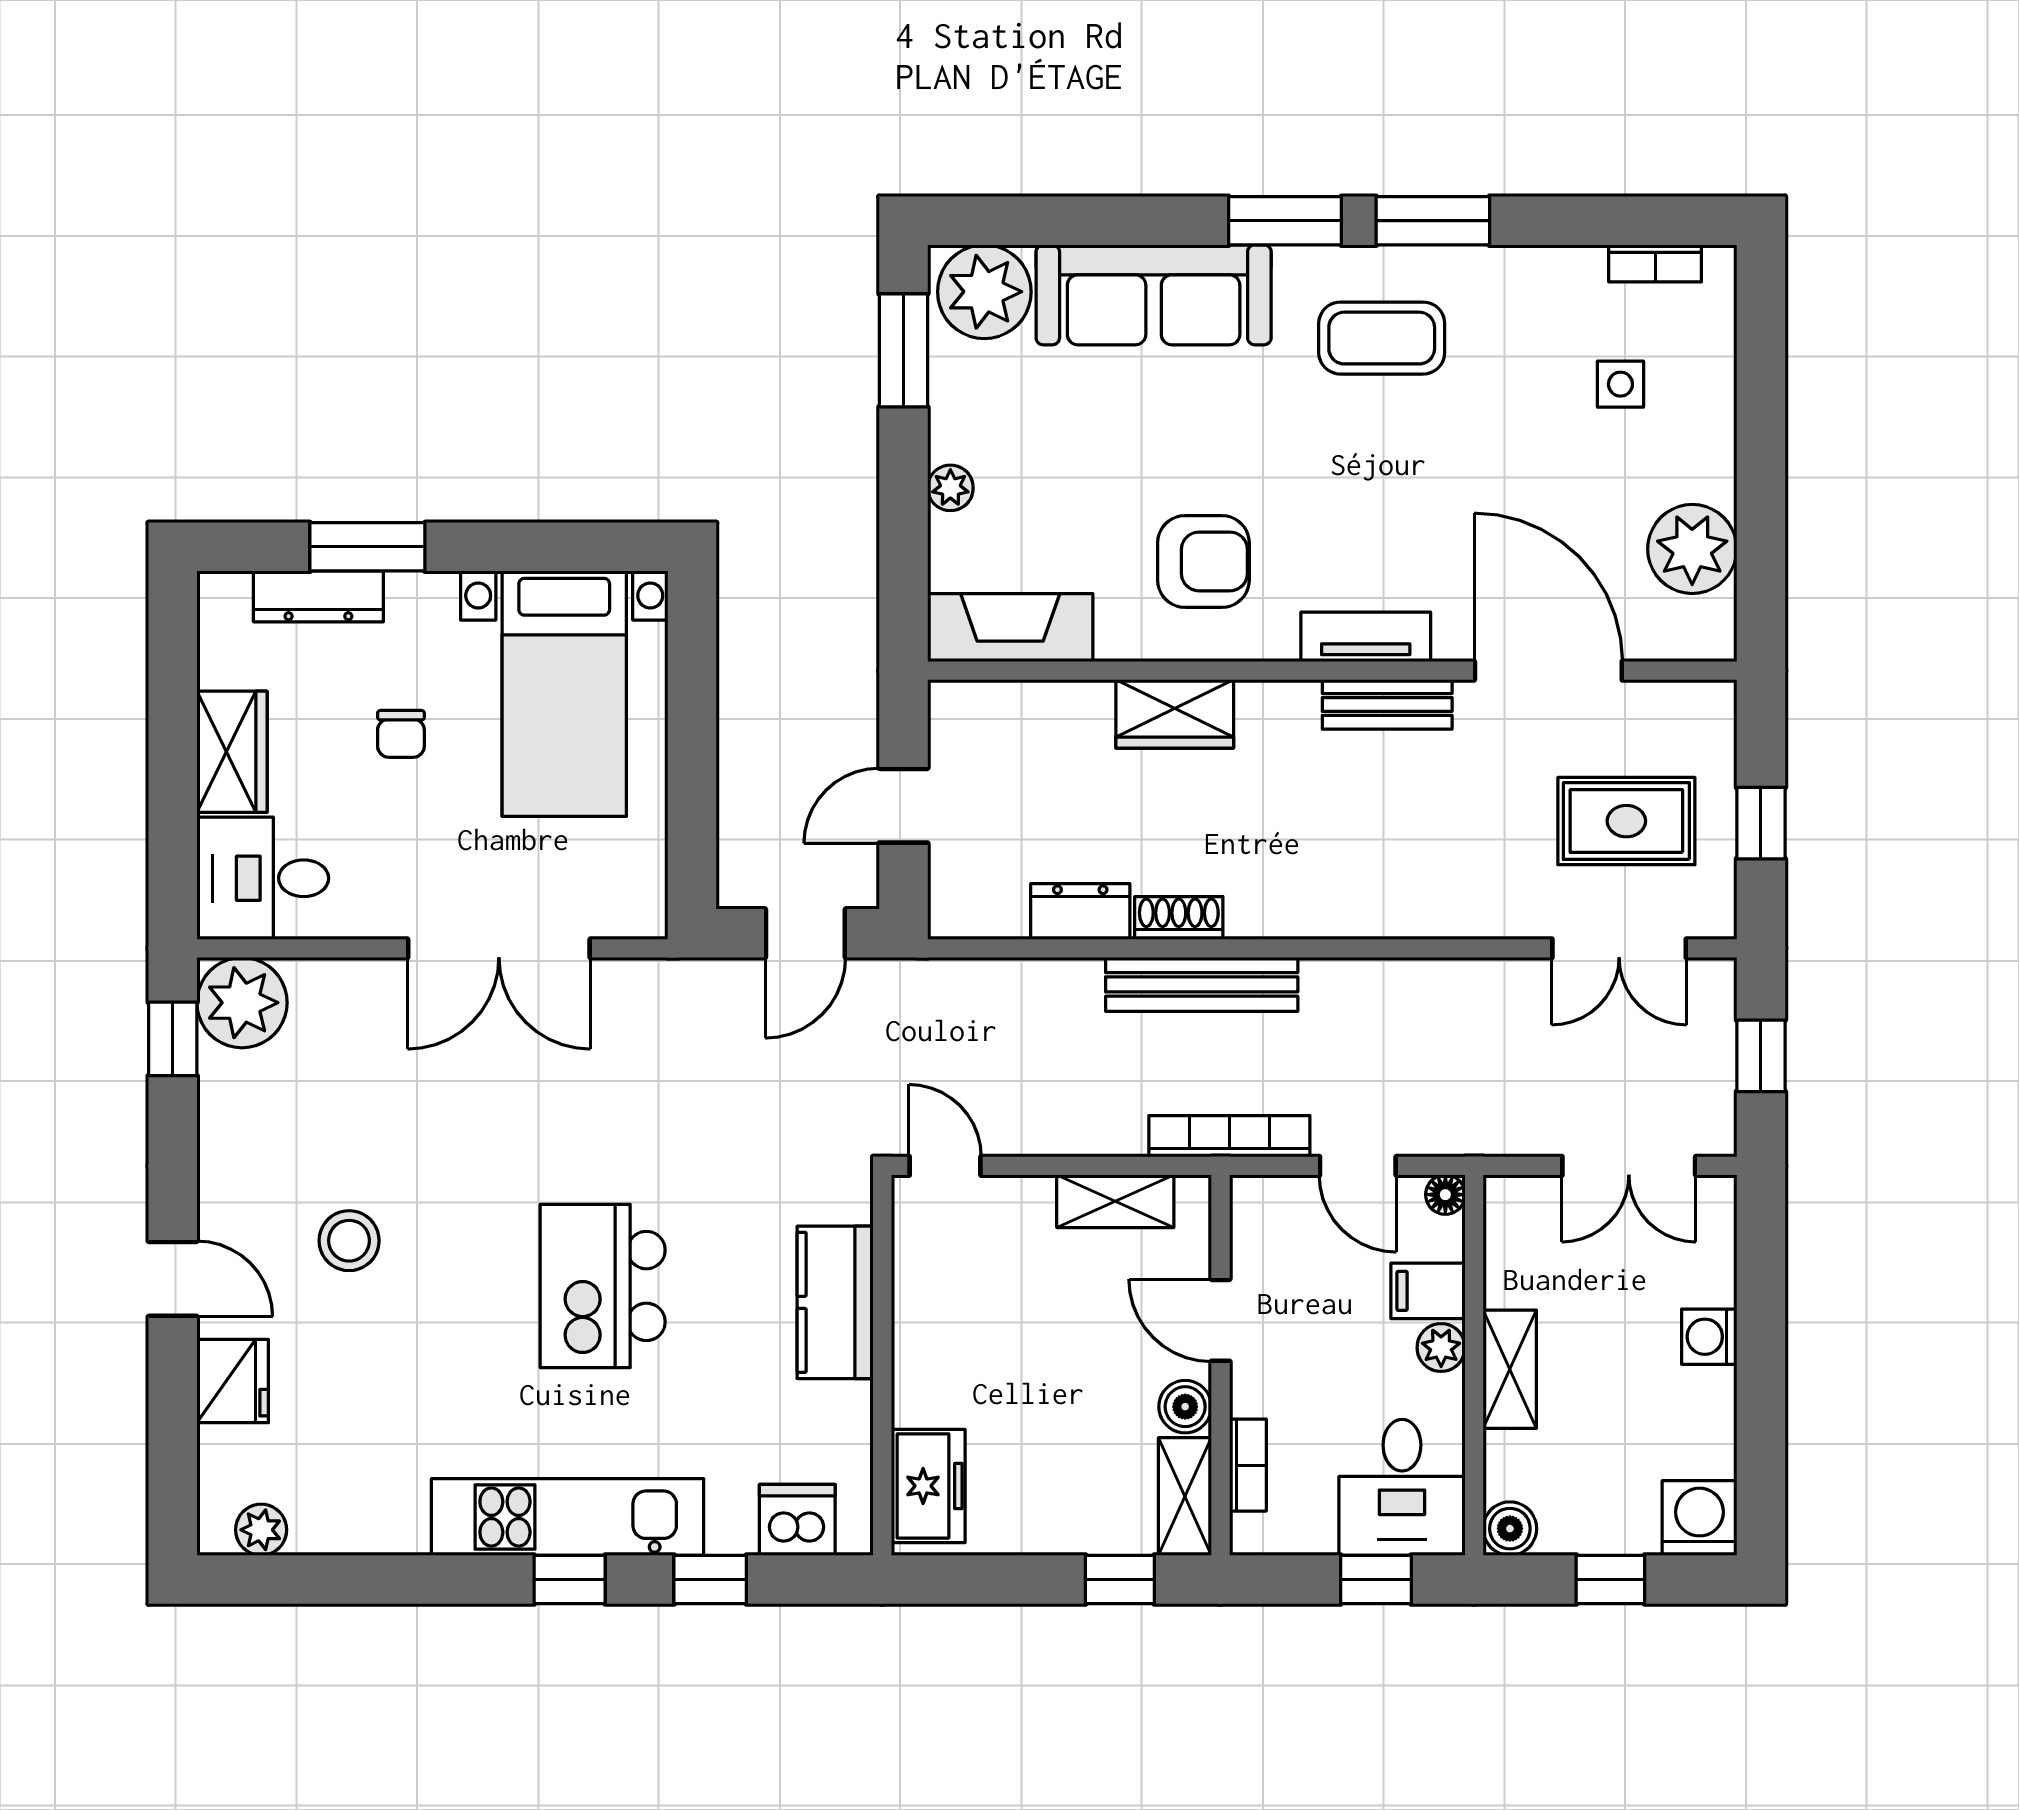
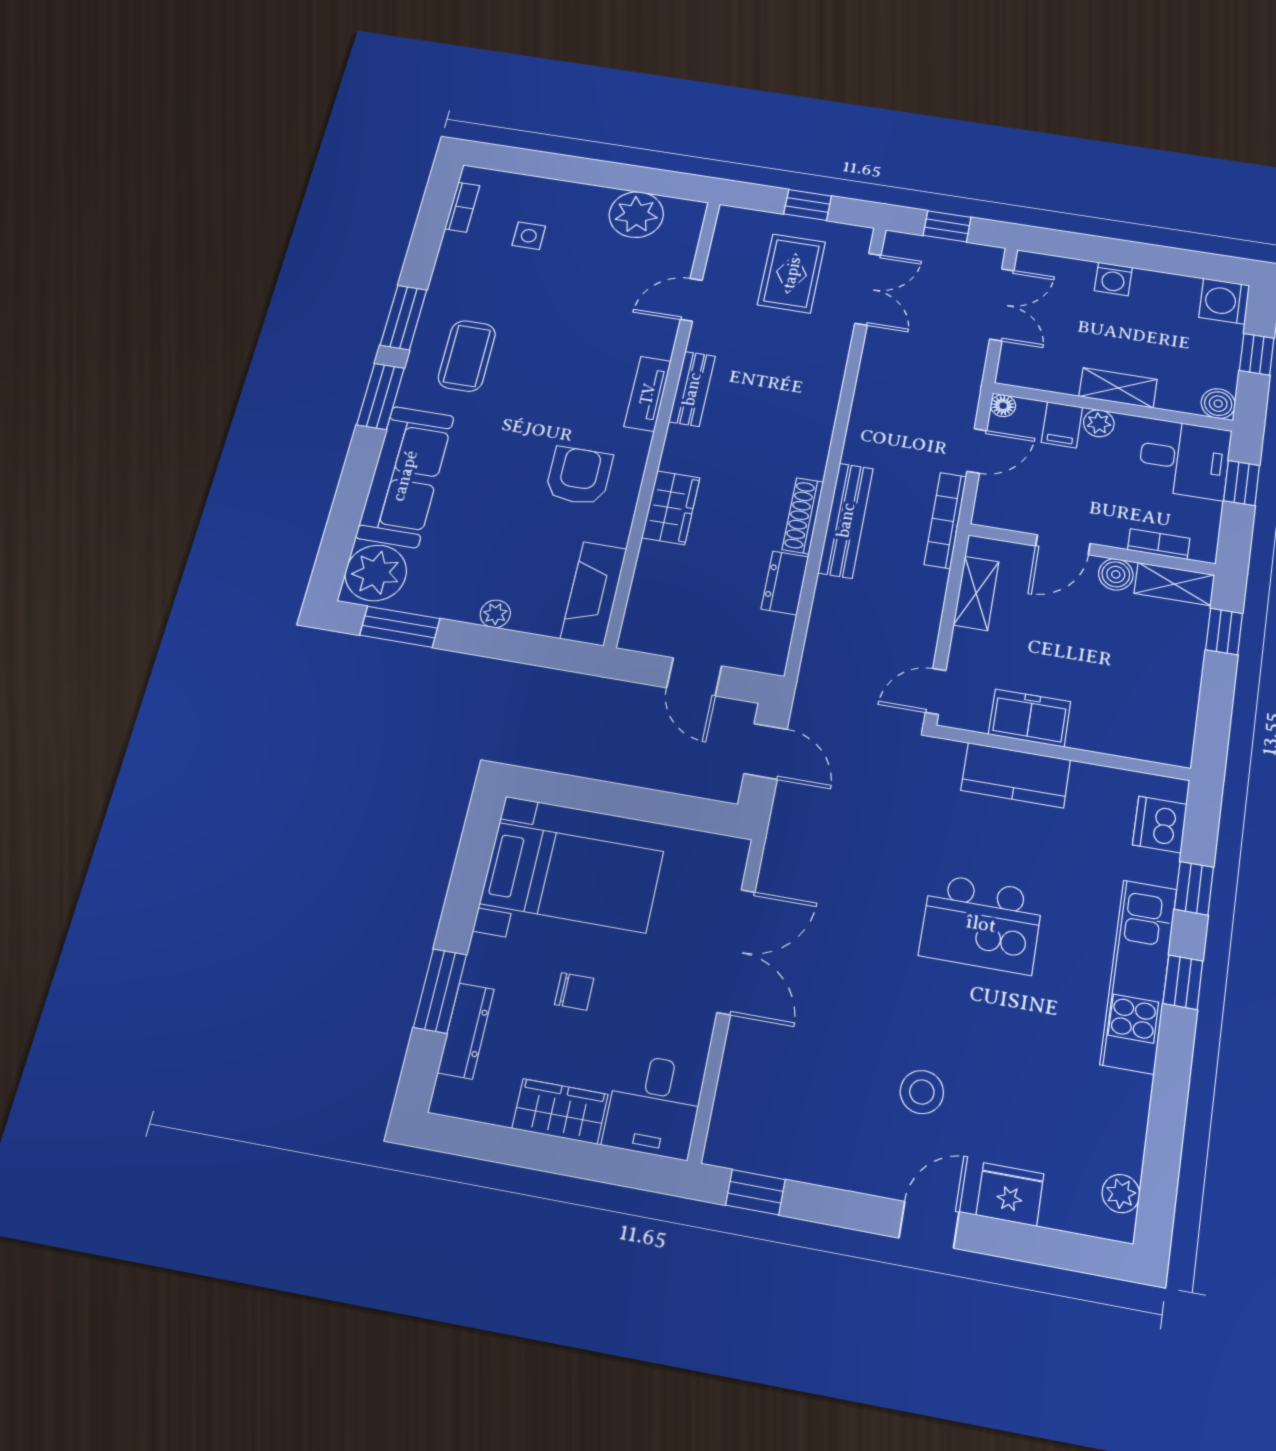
door: (1548, 671) -> (691, 300), width x0.53
shoe rack: (1179, 918) -> (803, 516), width x1.43
plant: (242, 1003) -> (739, 1137), removed
freezer: (928, 1486) -> (1030, 718), moved

